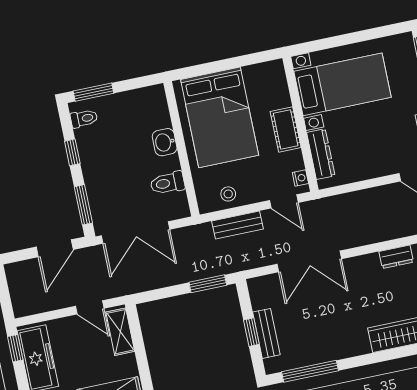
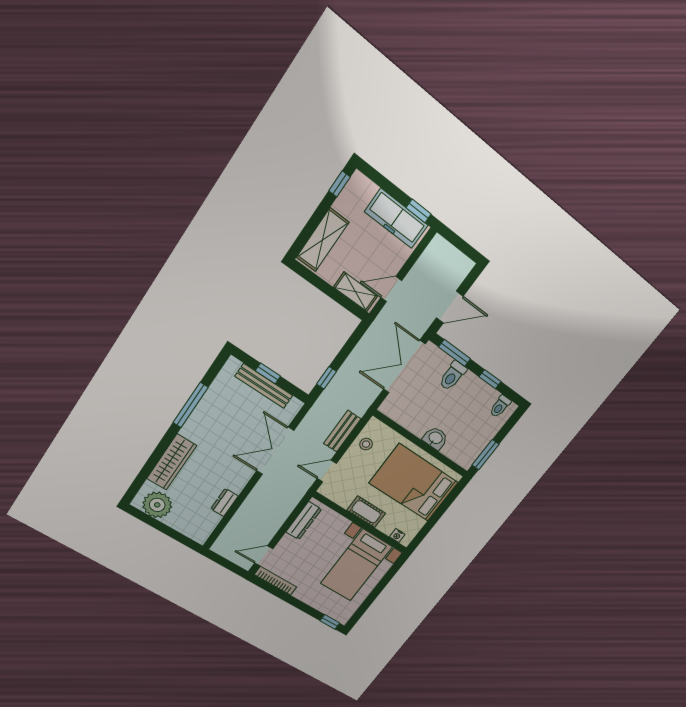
window: (93, 92) -> (485, 455), moved
dresser: (321, 154) -> (304, 521), moved, turned -90
nightstand: (300, 178) -> (397, 535), moved
toilet: (167, 183) -> (453, 376), moved, turned 180
door: (55, 248) -> (450, 307), swing flipped
window: (208, 284) -> (326, 378), width x0.67
bench: (266, 333) -> (264, 386), width x1.36
window: (310, 371) -> (191, 405), moved

